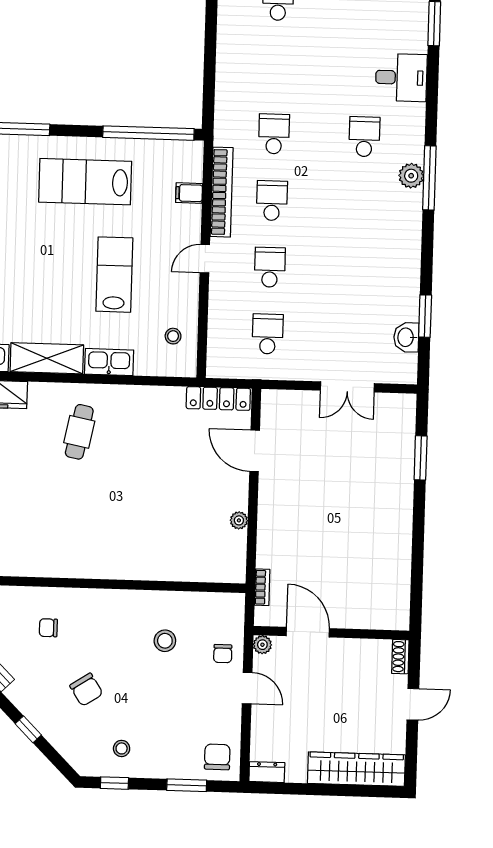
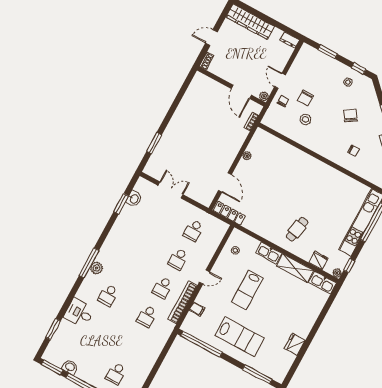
chair: (217, 757) -> (305, 98), moved

